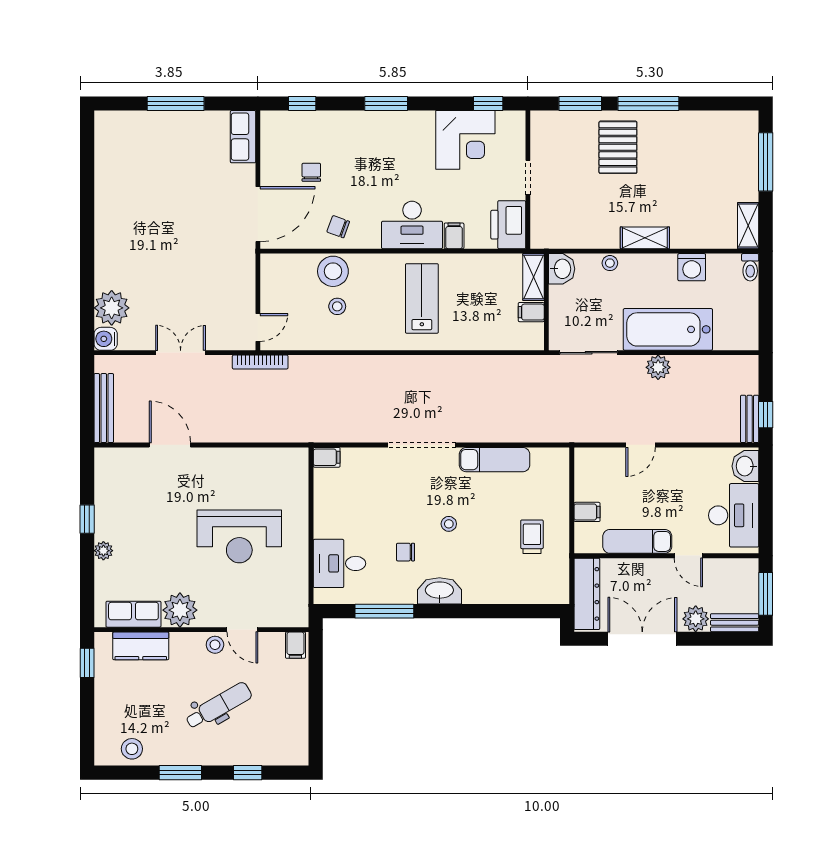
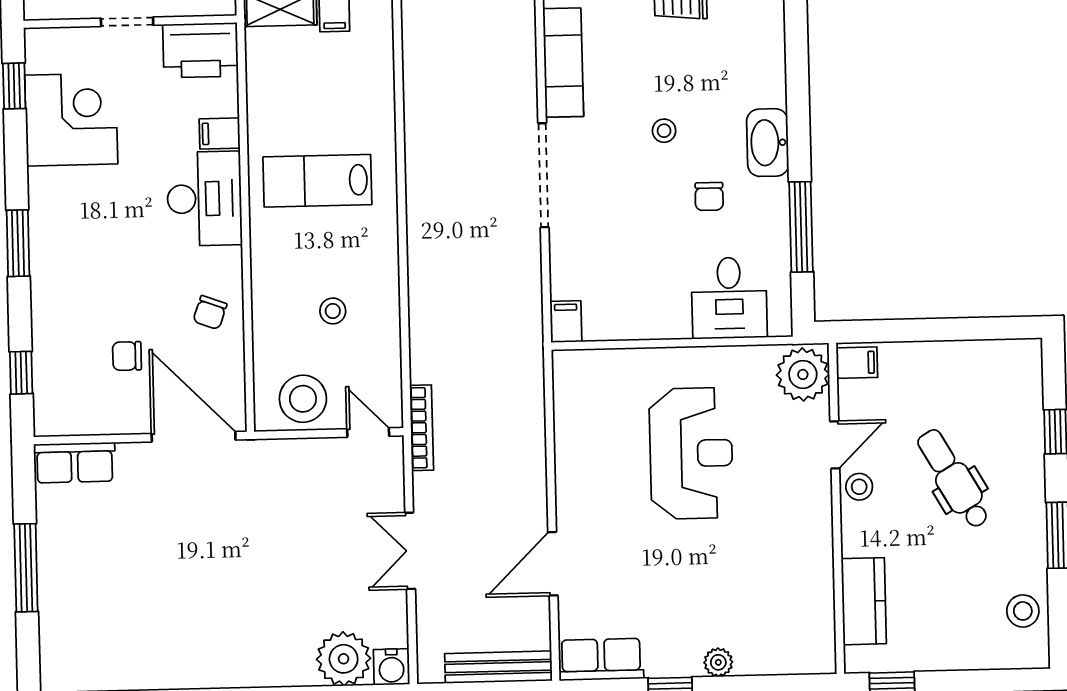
stool: (333, 271) -> (303, 399), moved
plant: (180, 610) -> (803, 374), moved
row of seats: (133, 614) -> (601, 659), moved, turned 90

